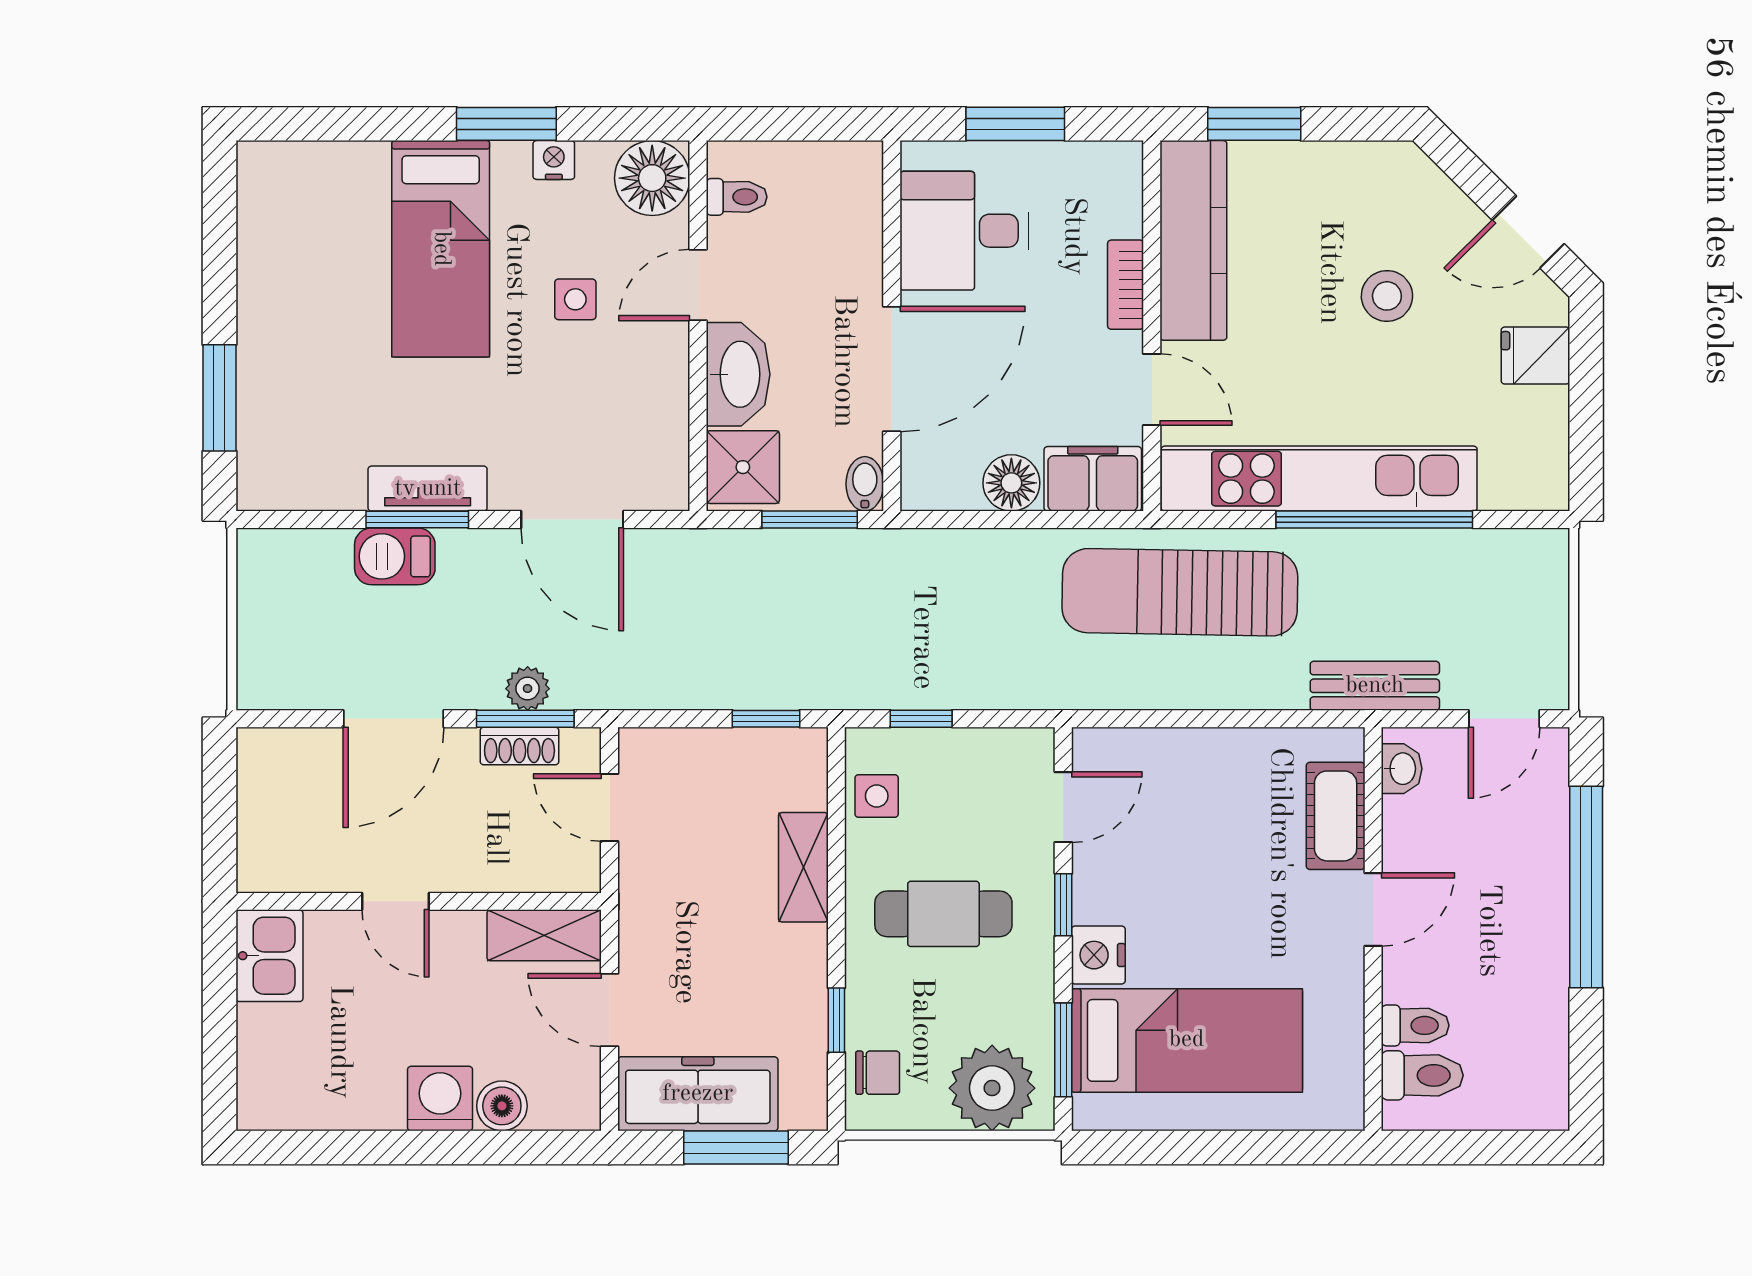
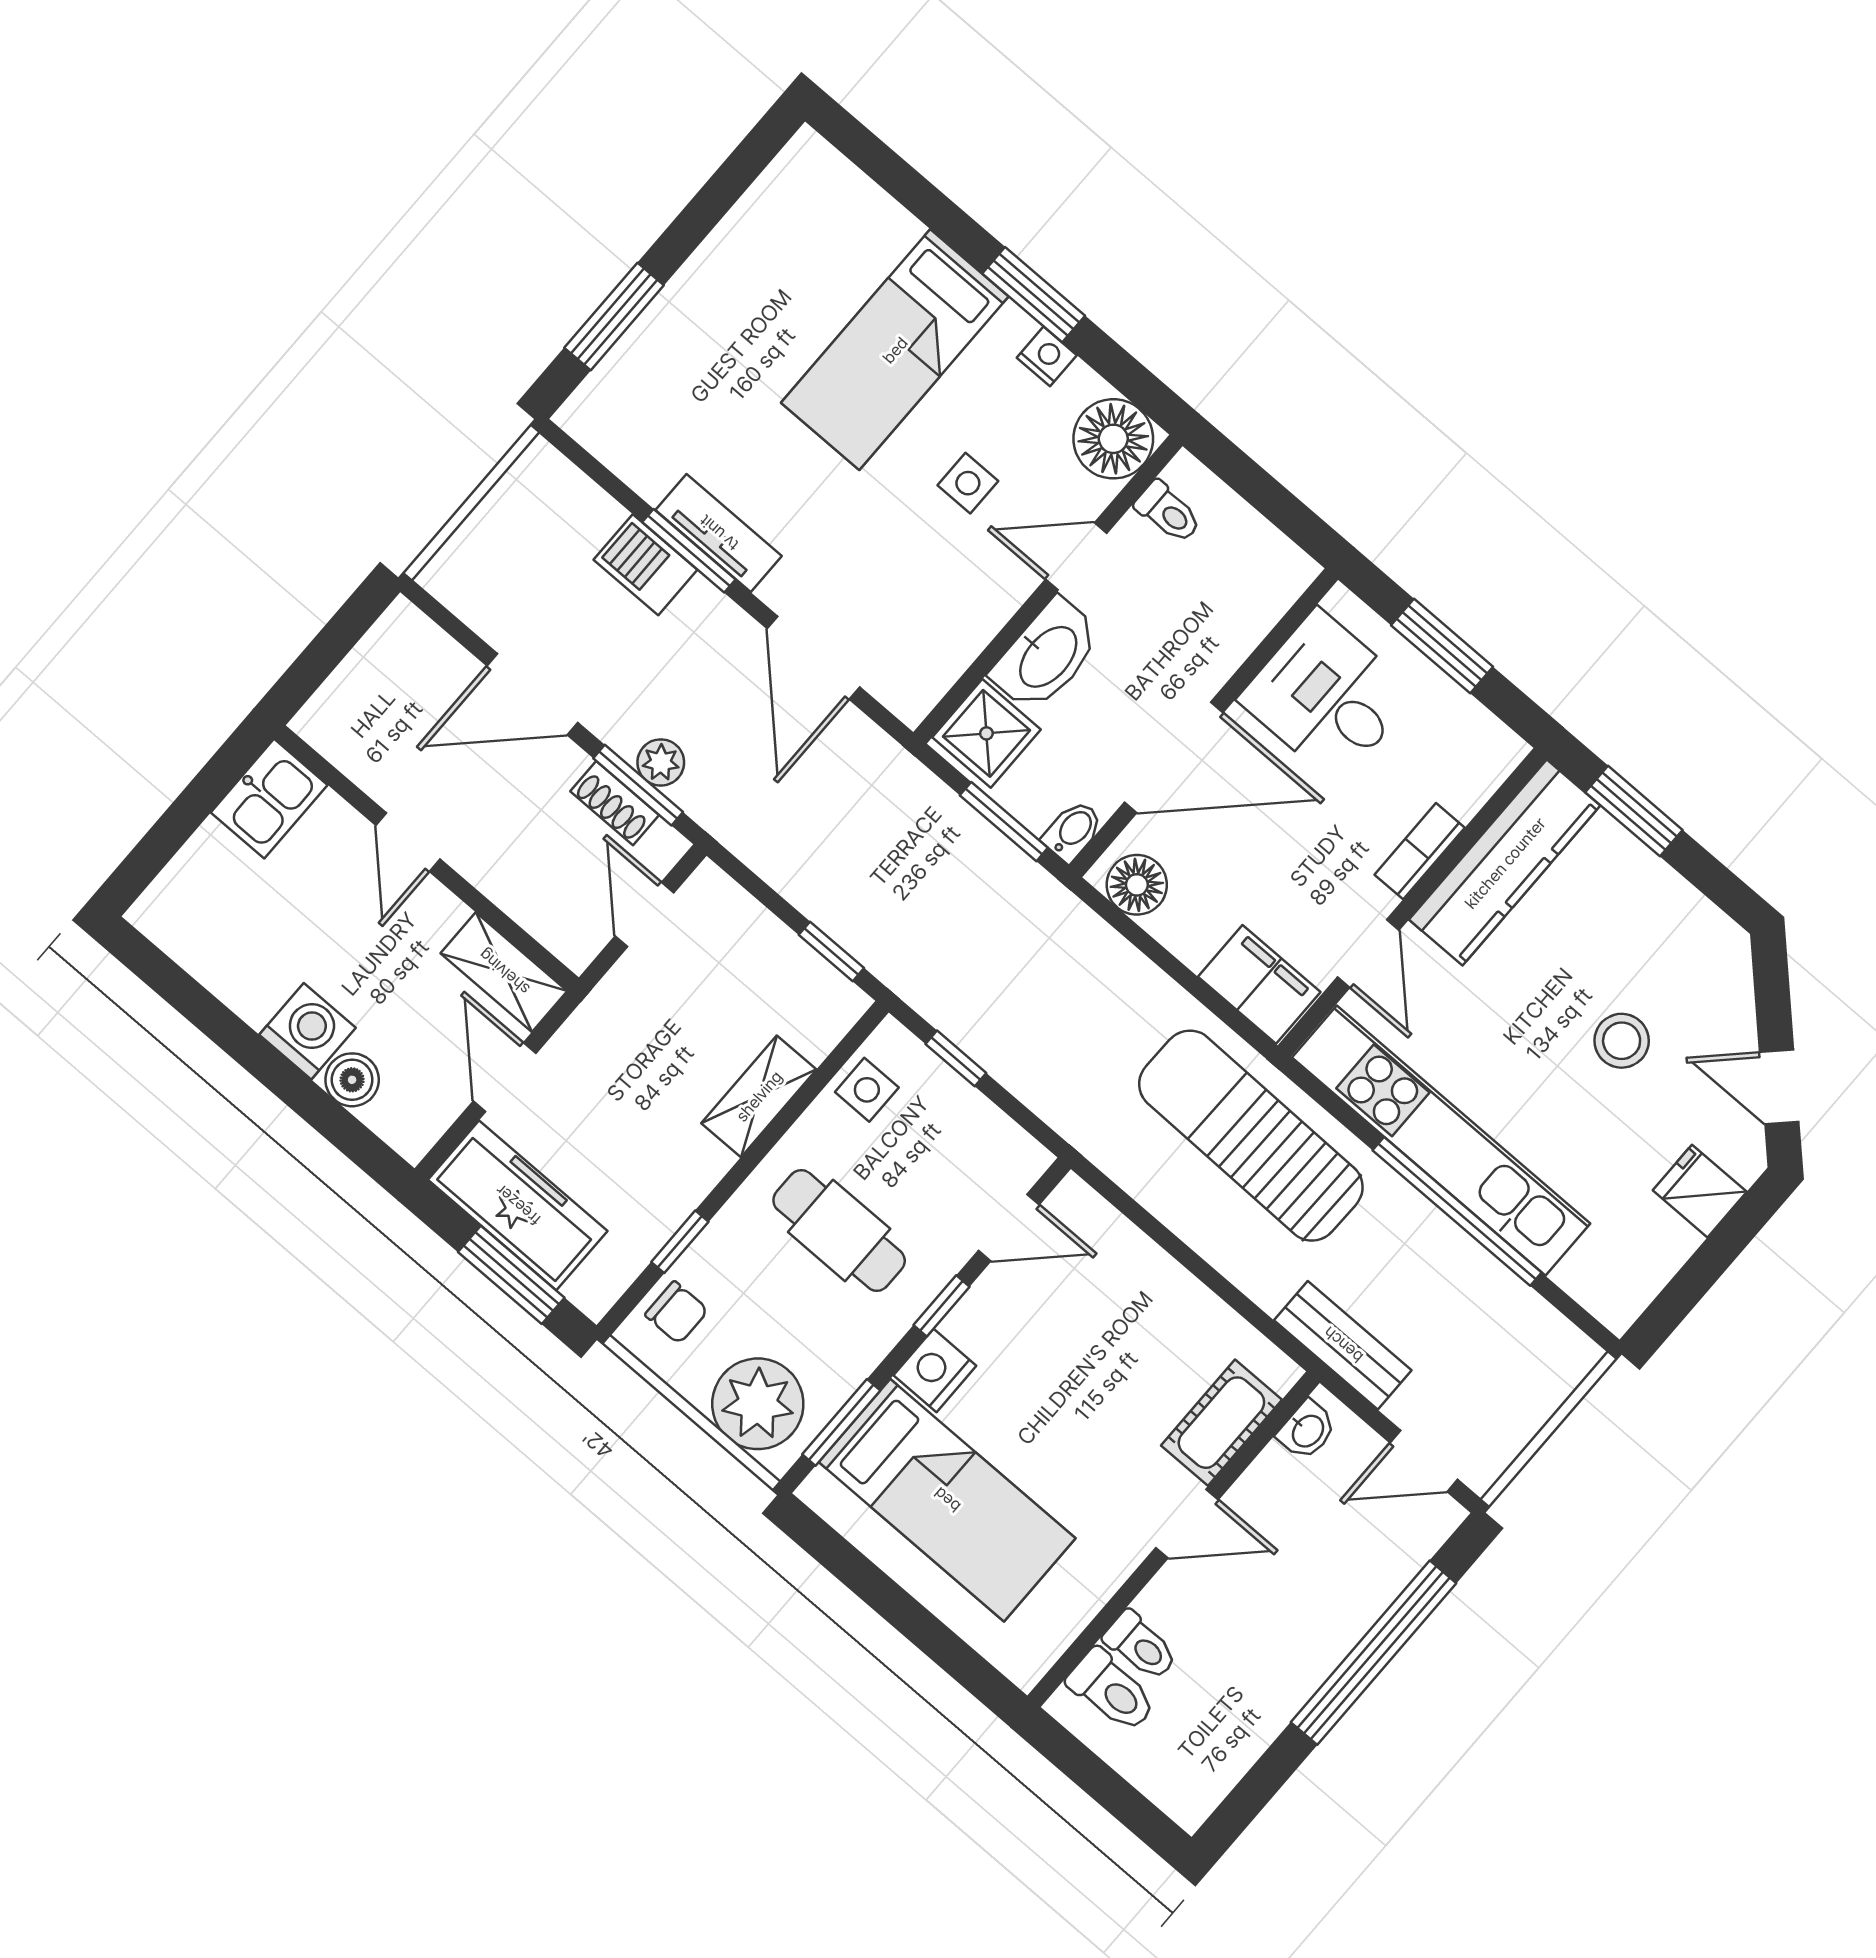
floor lamp: (1011, 483) -> (1137, 885), moved

